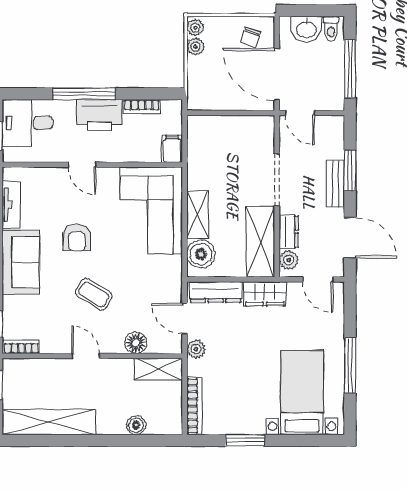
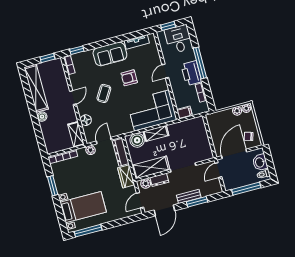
window: (350, 366) -> (88, 231), moved
boiler: (136, 425) -> (42, 117), moved

